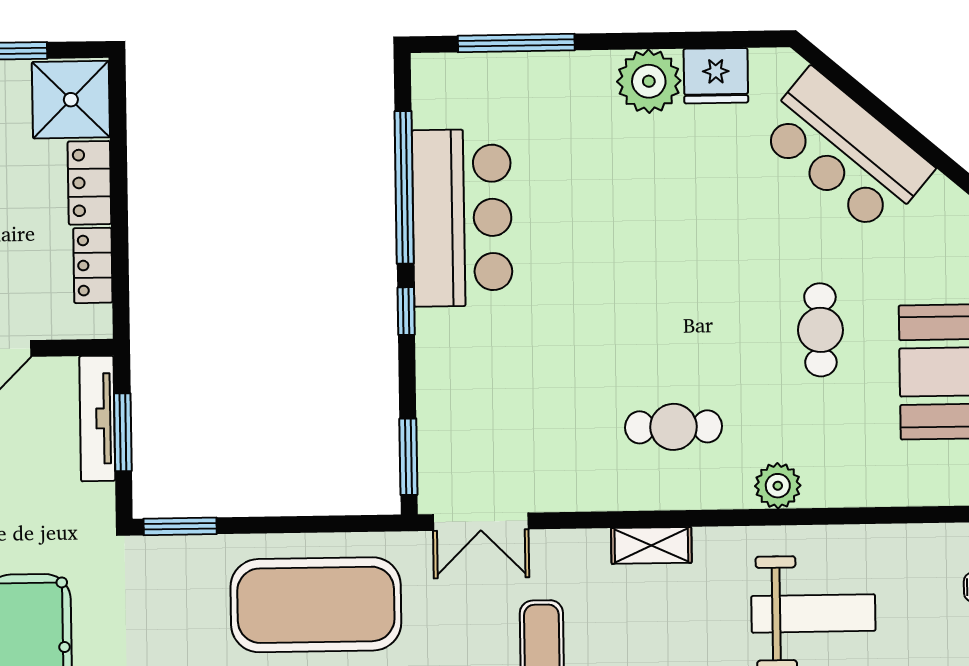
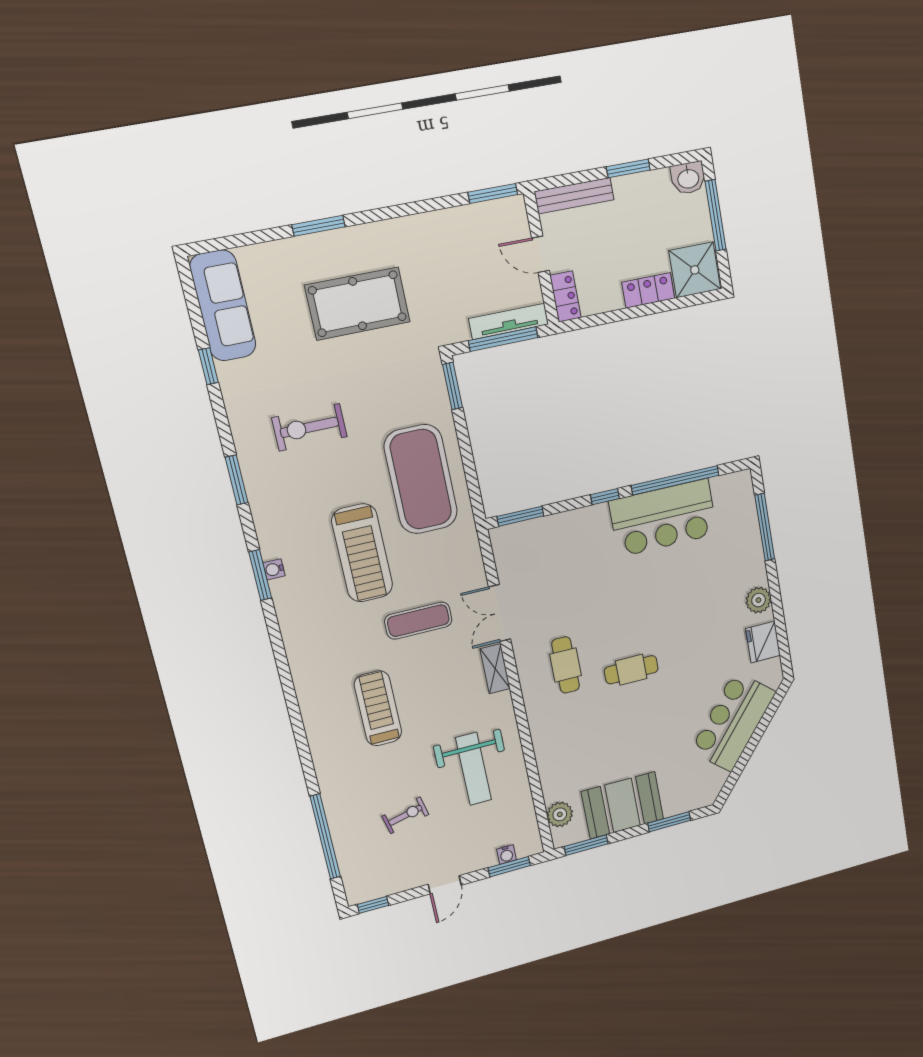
plant: (649, 81) -> (758, 600), width x0.73, depth x0.73
locker: (93, 265) -> (565, 296), moved, turned 90
cafe table: (820, 330) -> (631, 670), moved
window: (123, 432) -> (503, 339), width x1.44
plant: (778, 486) -> (560, 814), moved
double door: (481, 522) -> (500, 613), moved

